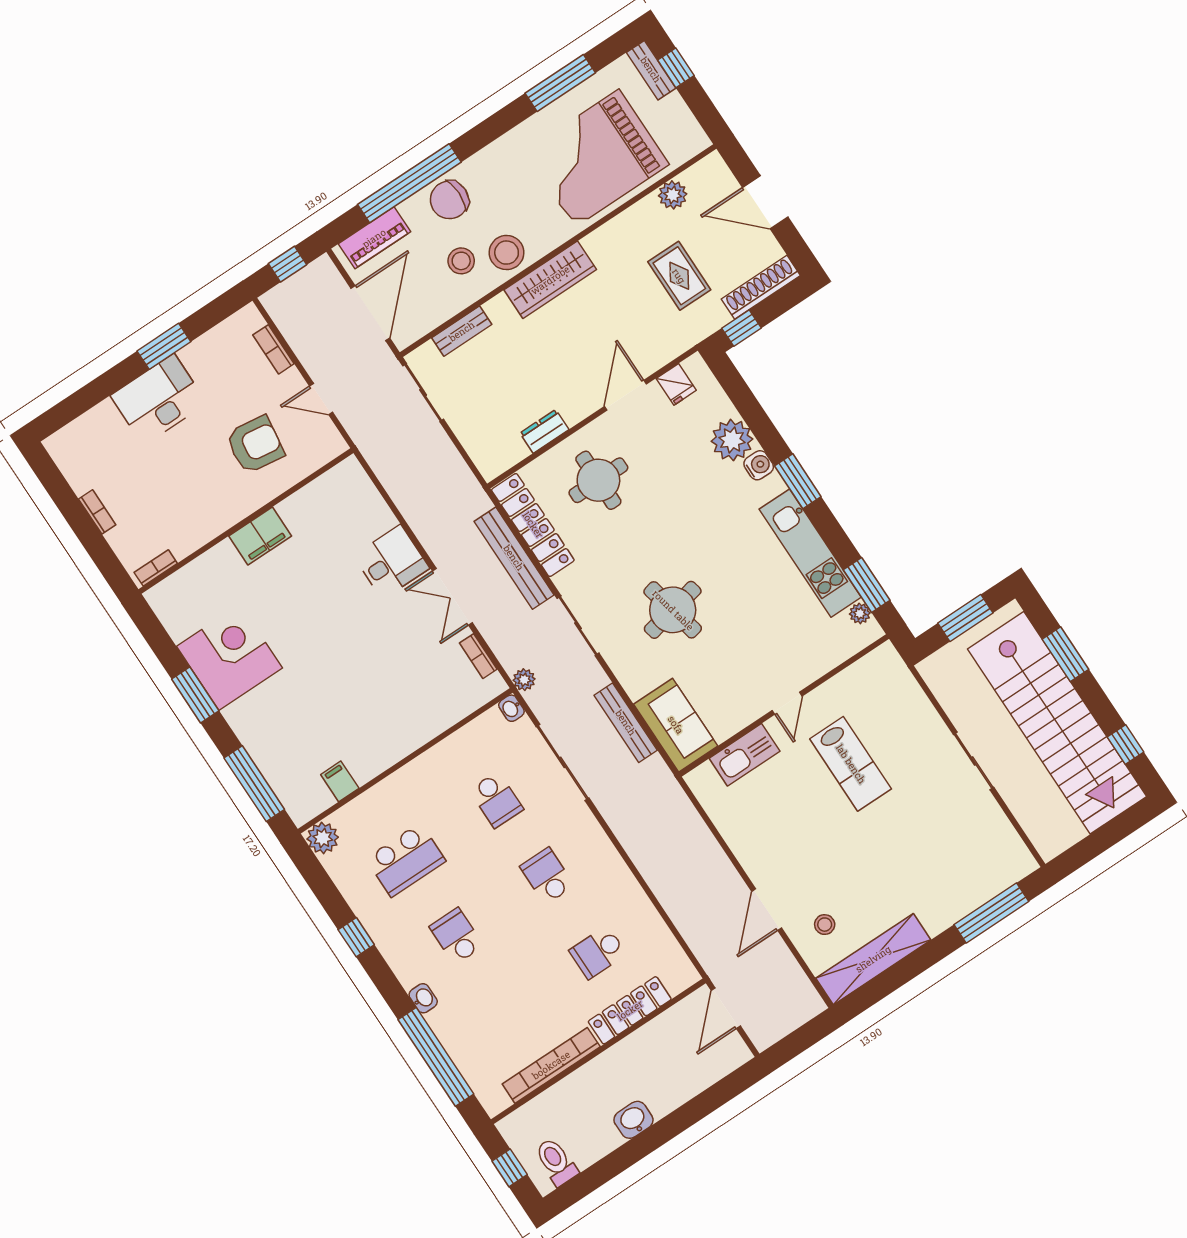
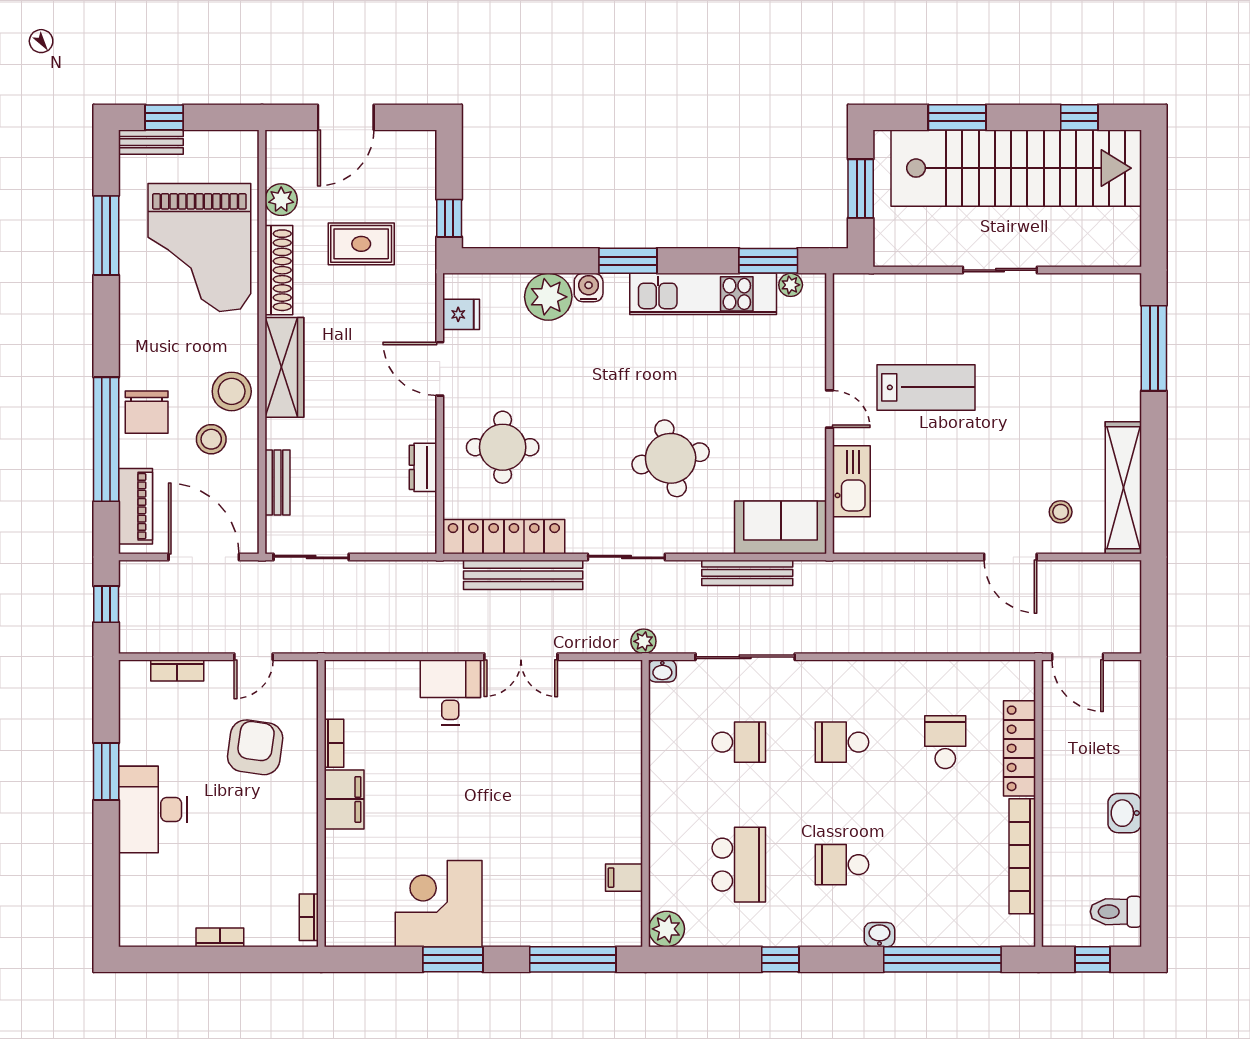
shoe rack: (761, 287) -> (279, 270), moved, turned 180
bookcase: (478, 656) -> (334, 743), moved, turned -90
school desk: (598, 952) -> (945, 742), turned 180

